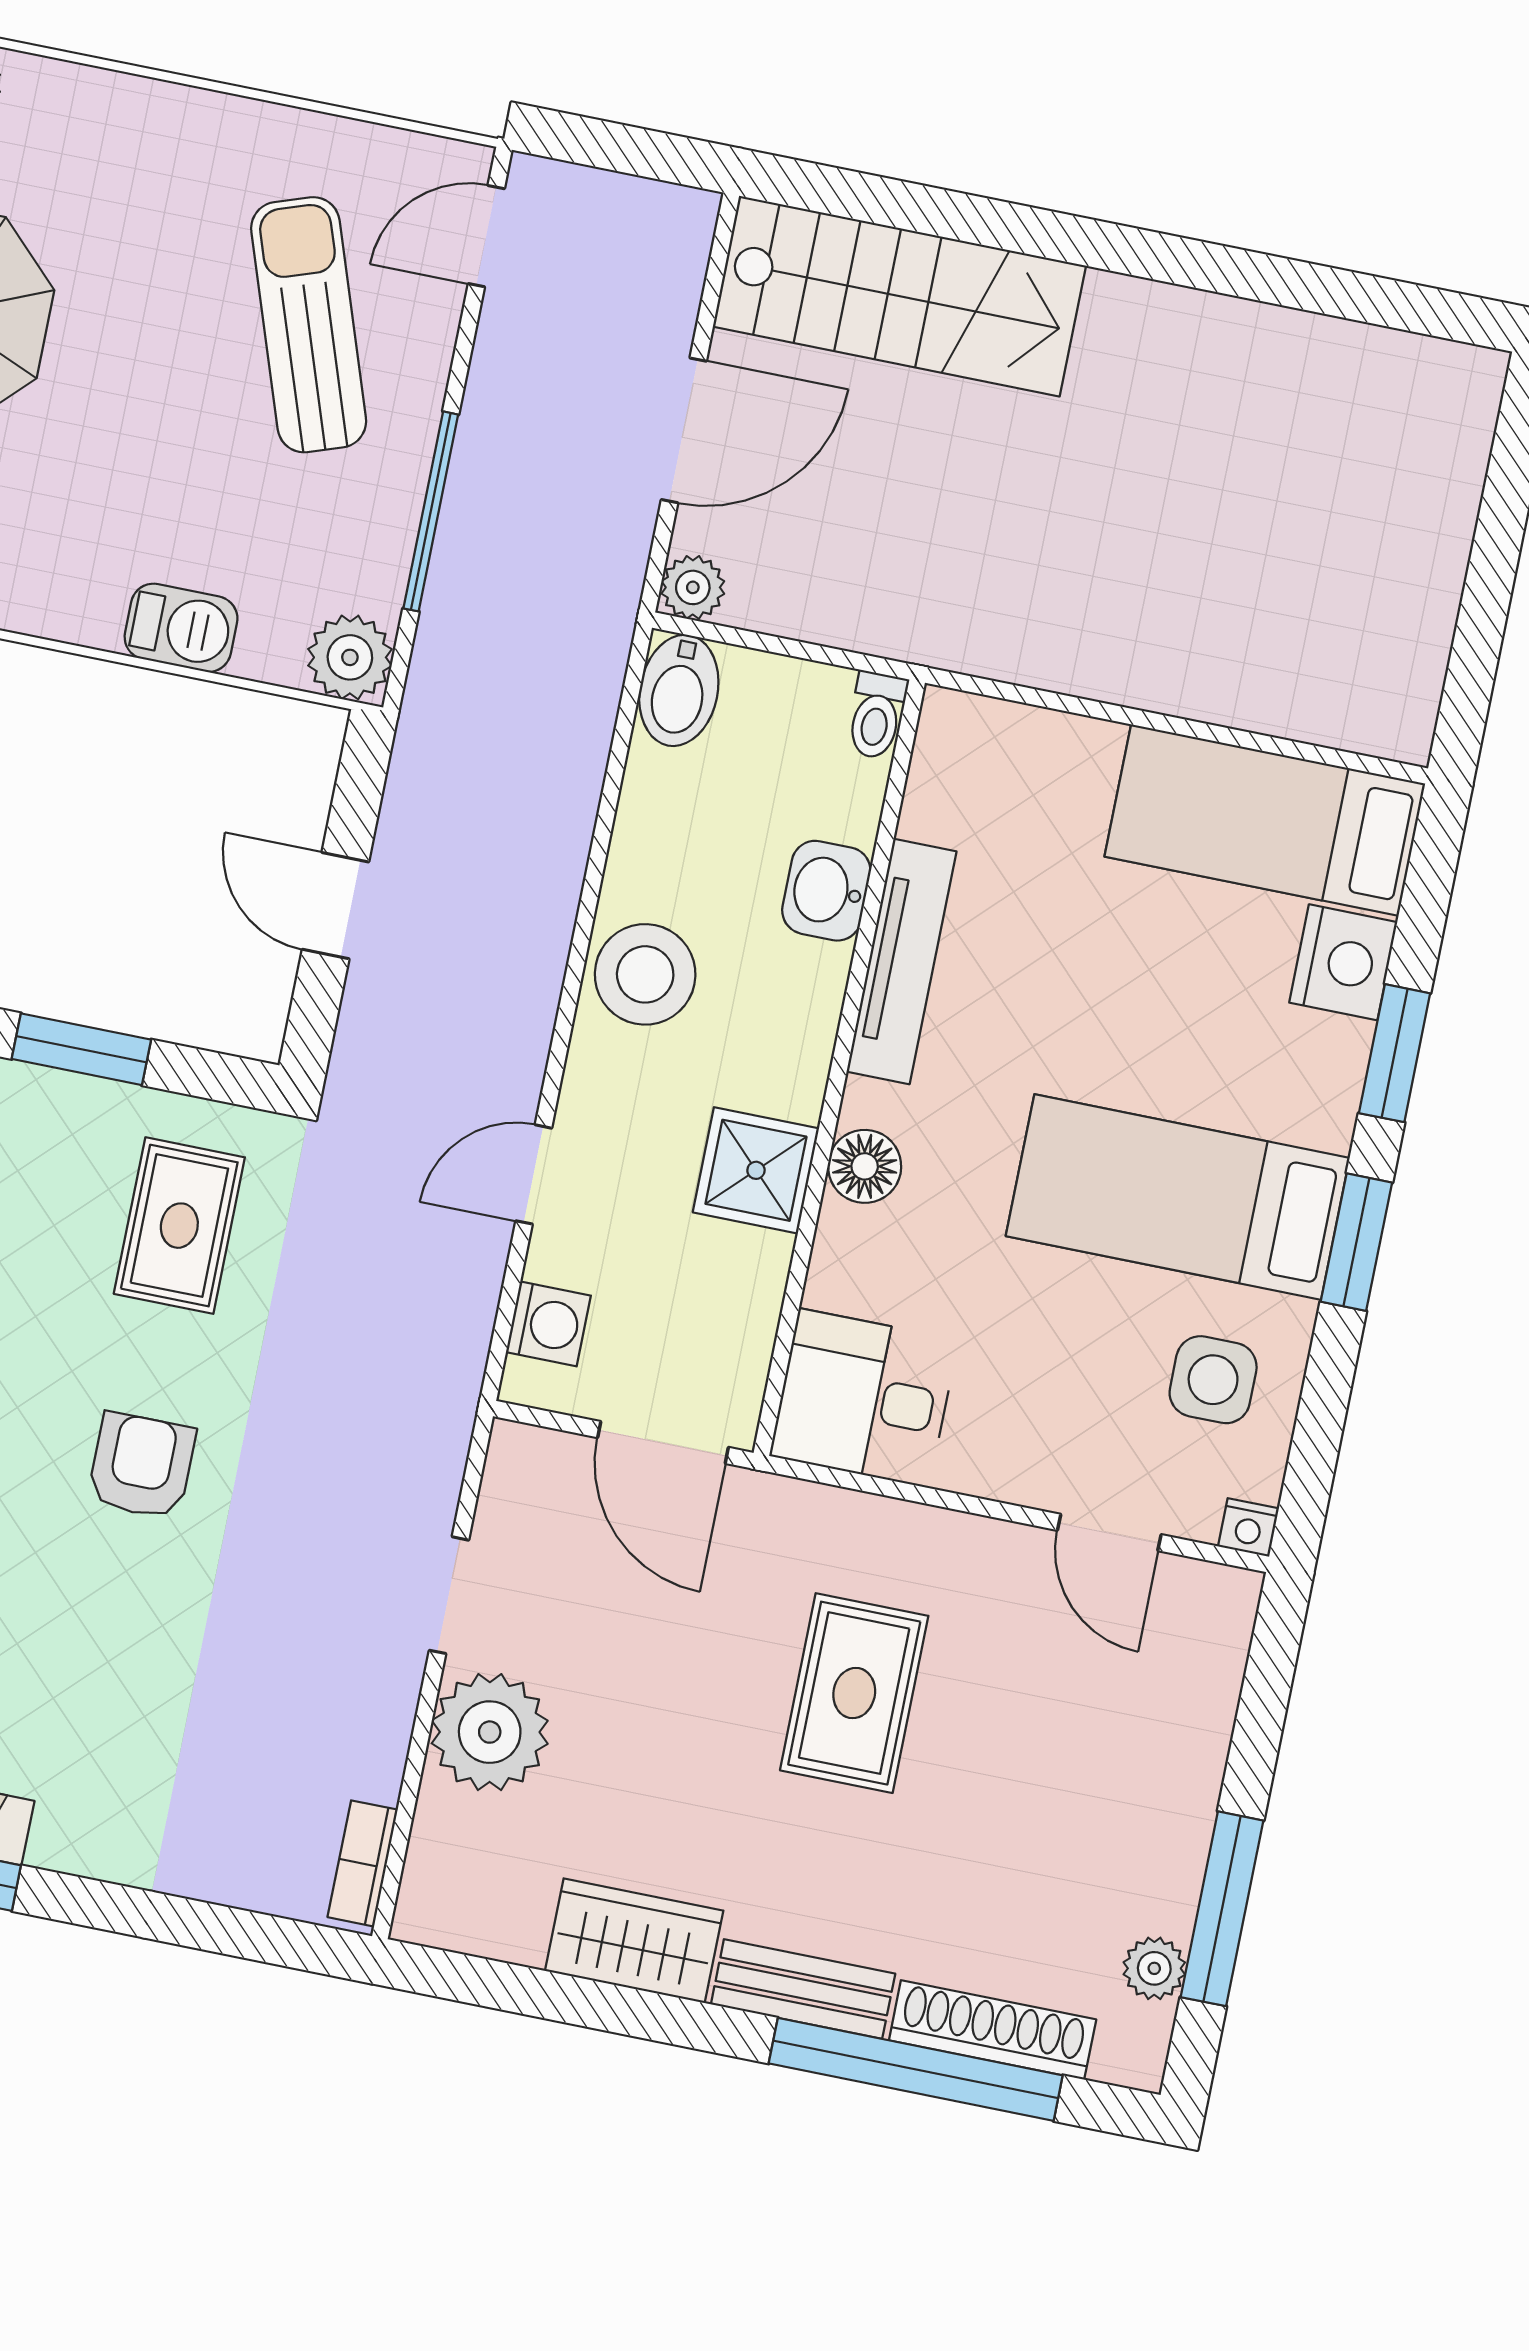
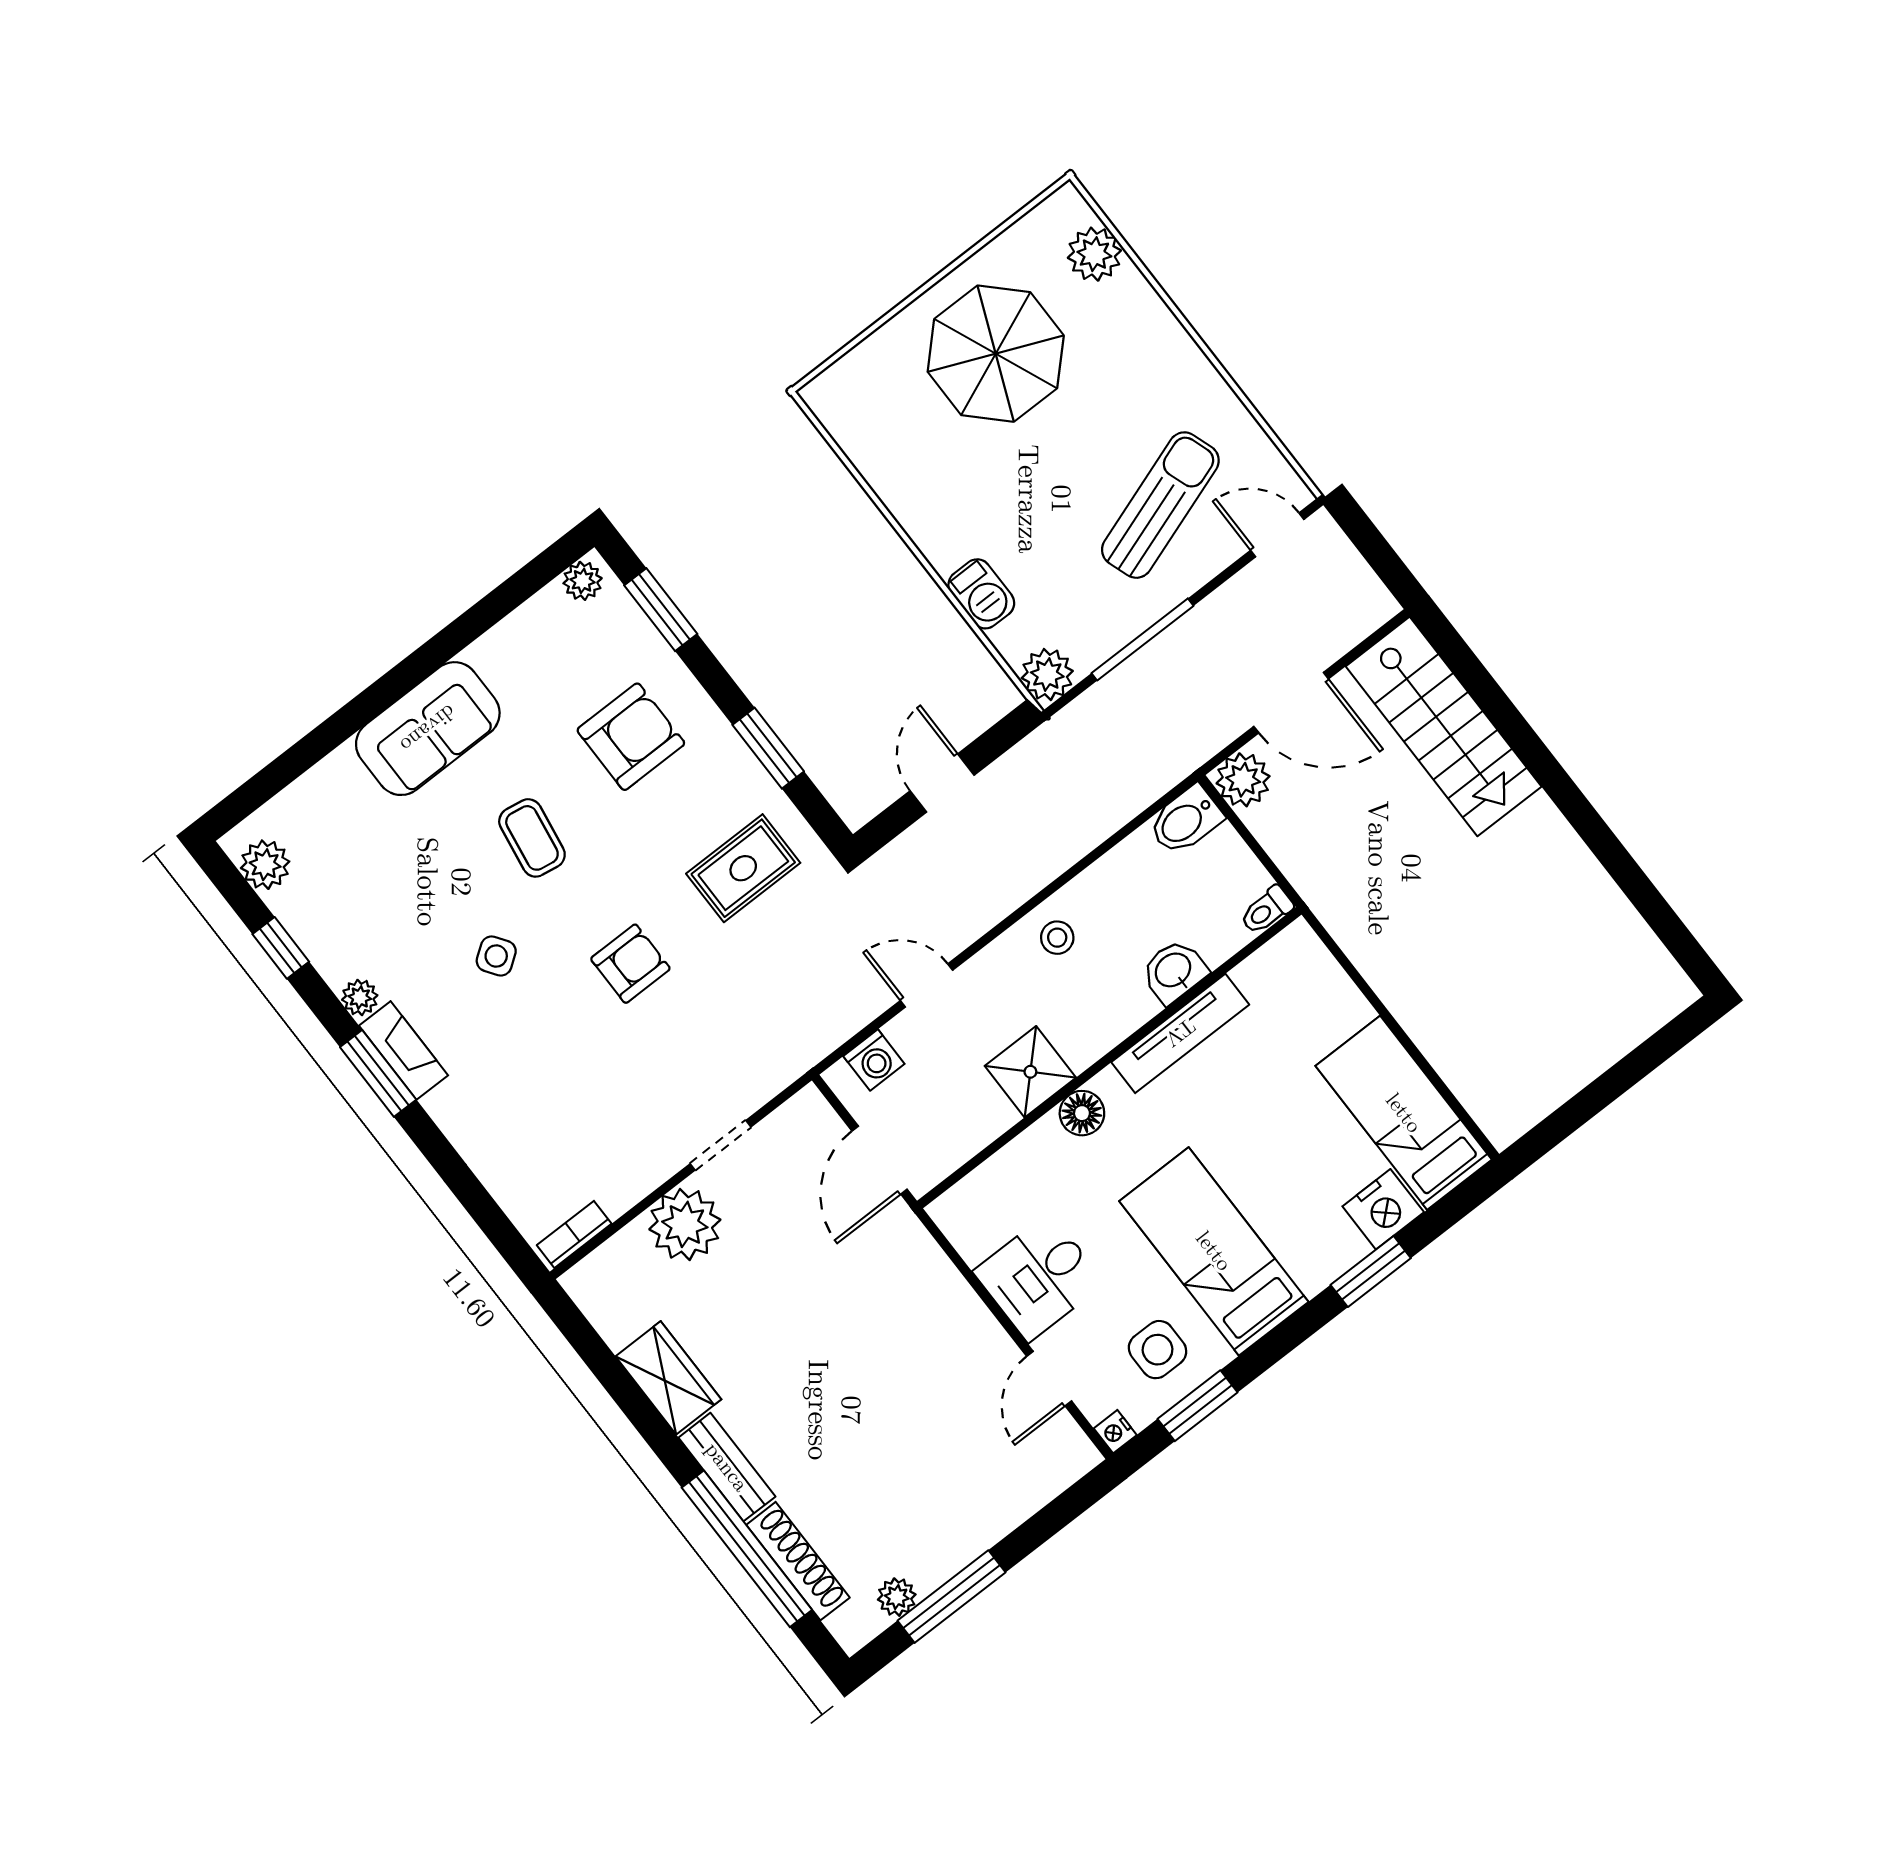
plant: (693, 587) -> (1243, 780), width x1.38, depth x1.38
stool: (645, 974) -> (1057, 938), width x0.53, depth x0.53
window: (1356, 1242) -> (1198, 1406), moved
desk: (864, 1398) -> (1039, 1277), moved, turned -90
rug: (854, 1693) -> (868, 1351), removed

